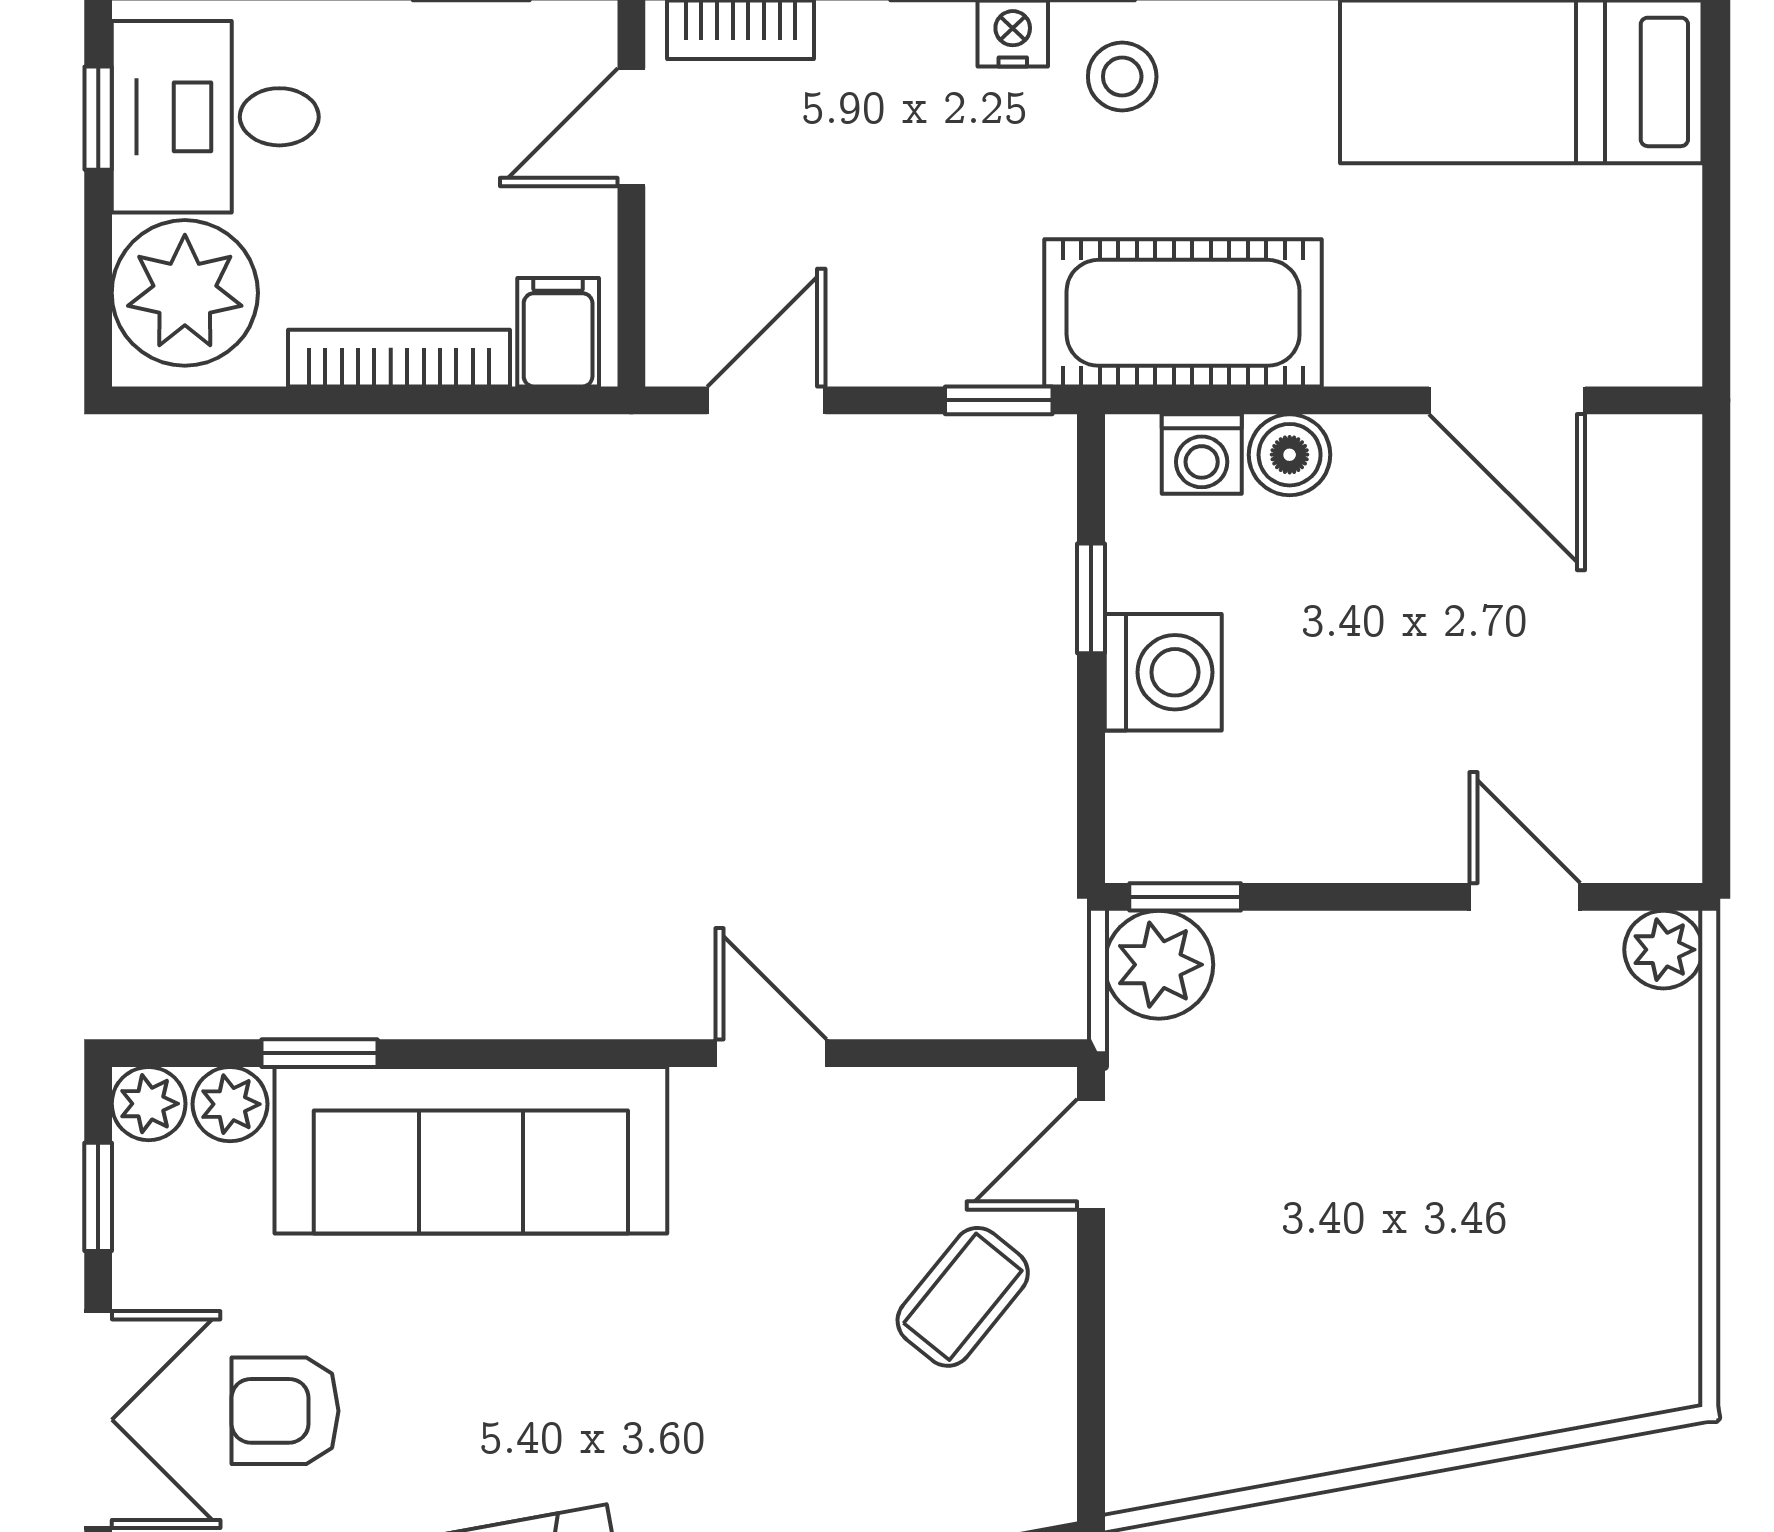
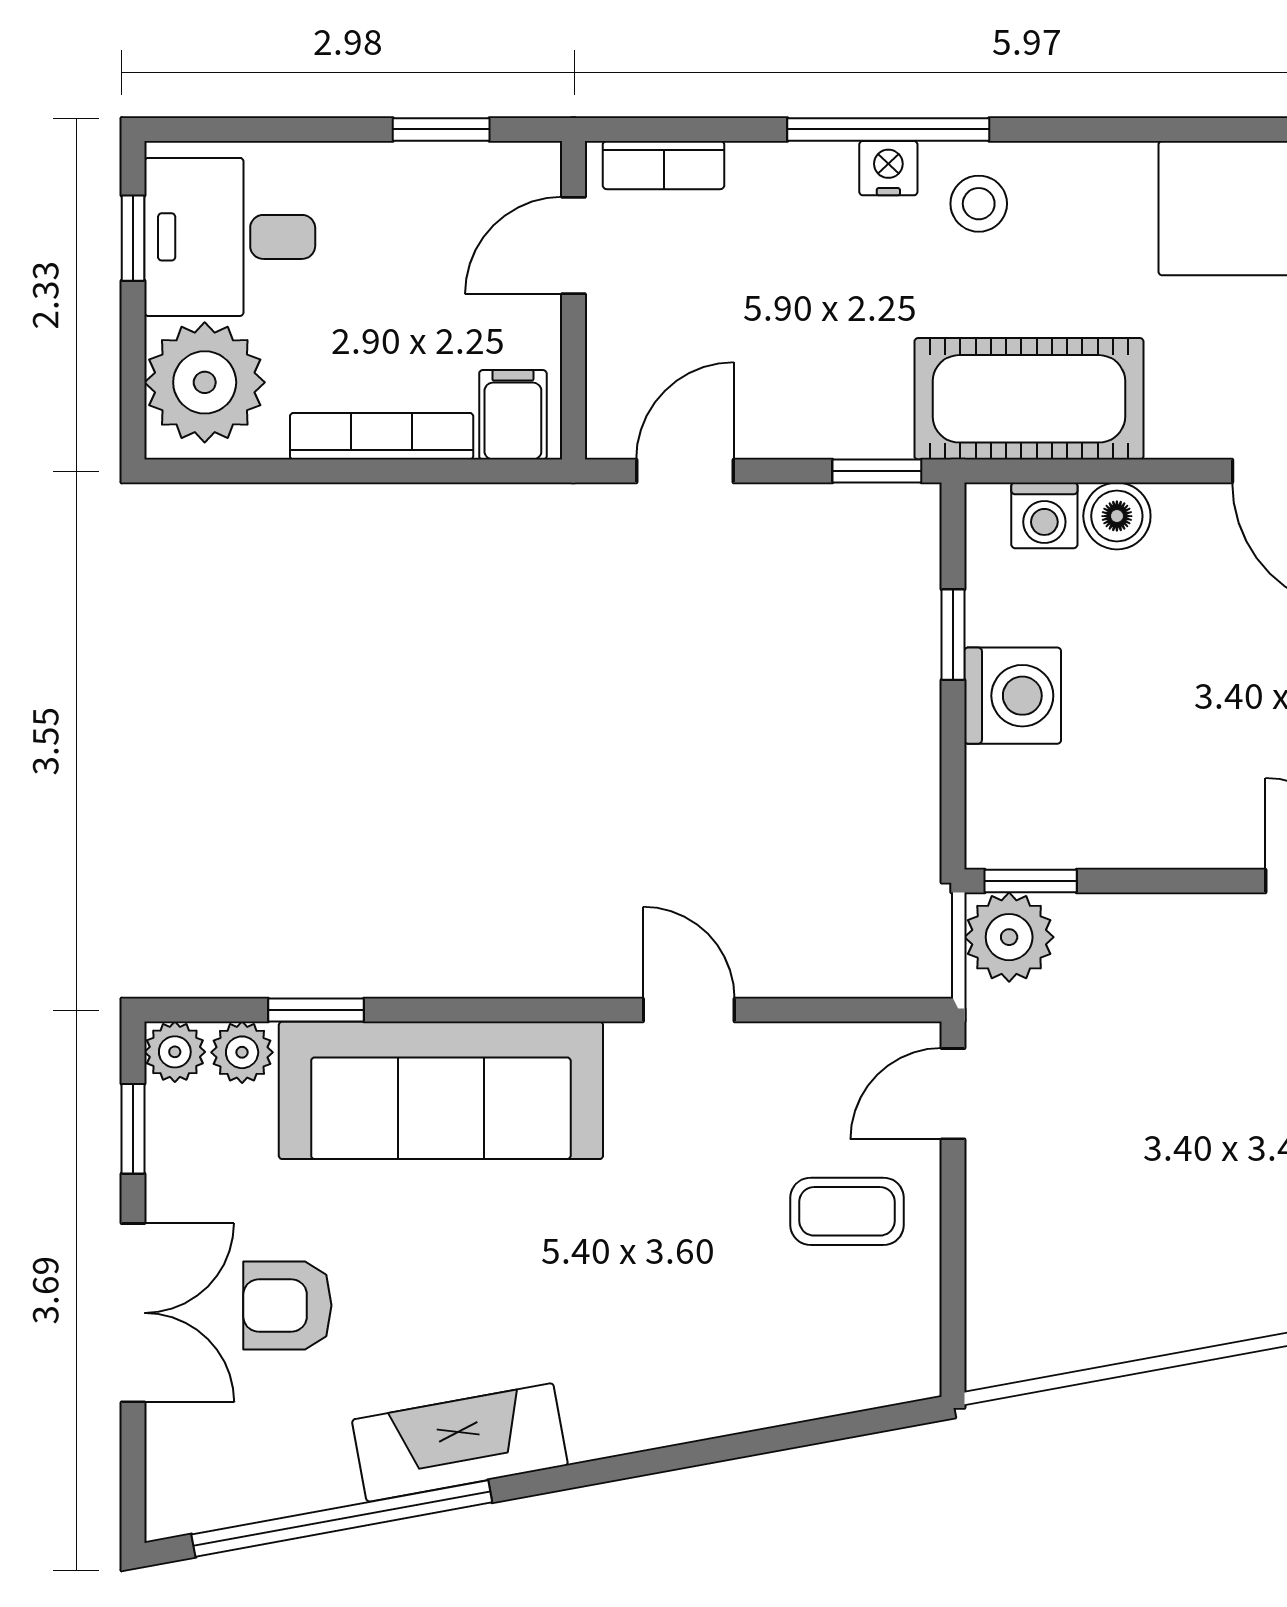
coffee table: (963, 1297) -> (847, 1211), turned 51

